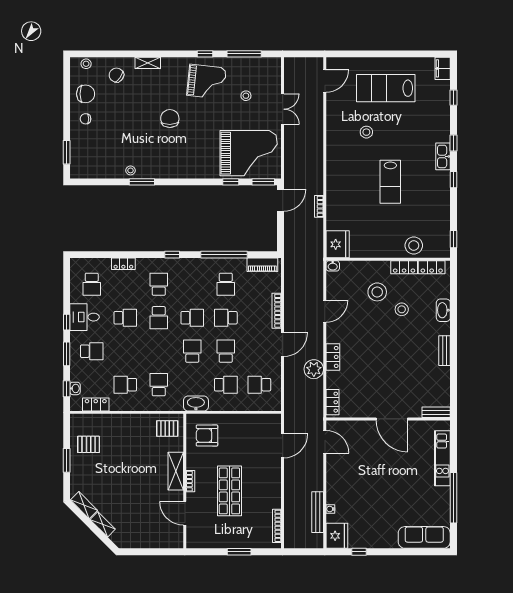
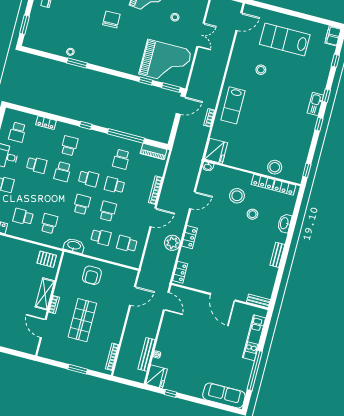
lab bench: (390, 182) -> (233, 105), moved
armchair: (207, 436) -> (92, 275), moved, turned -90

